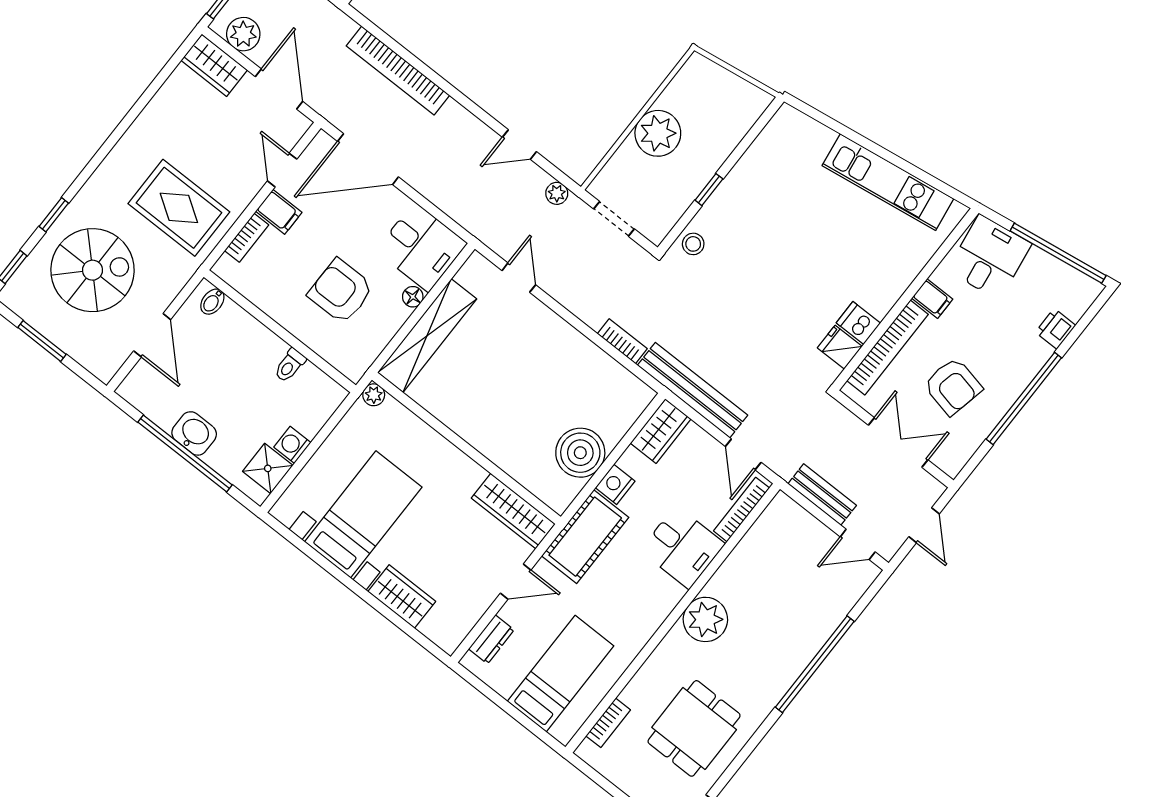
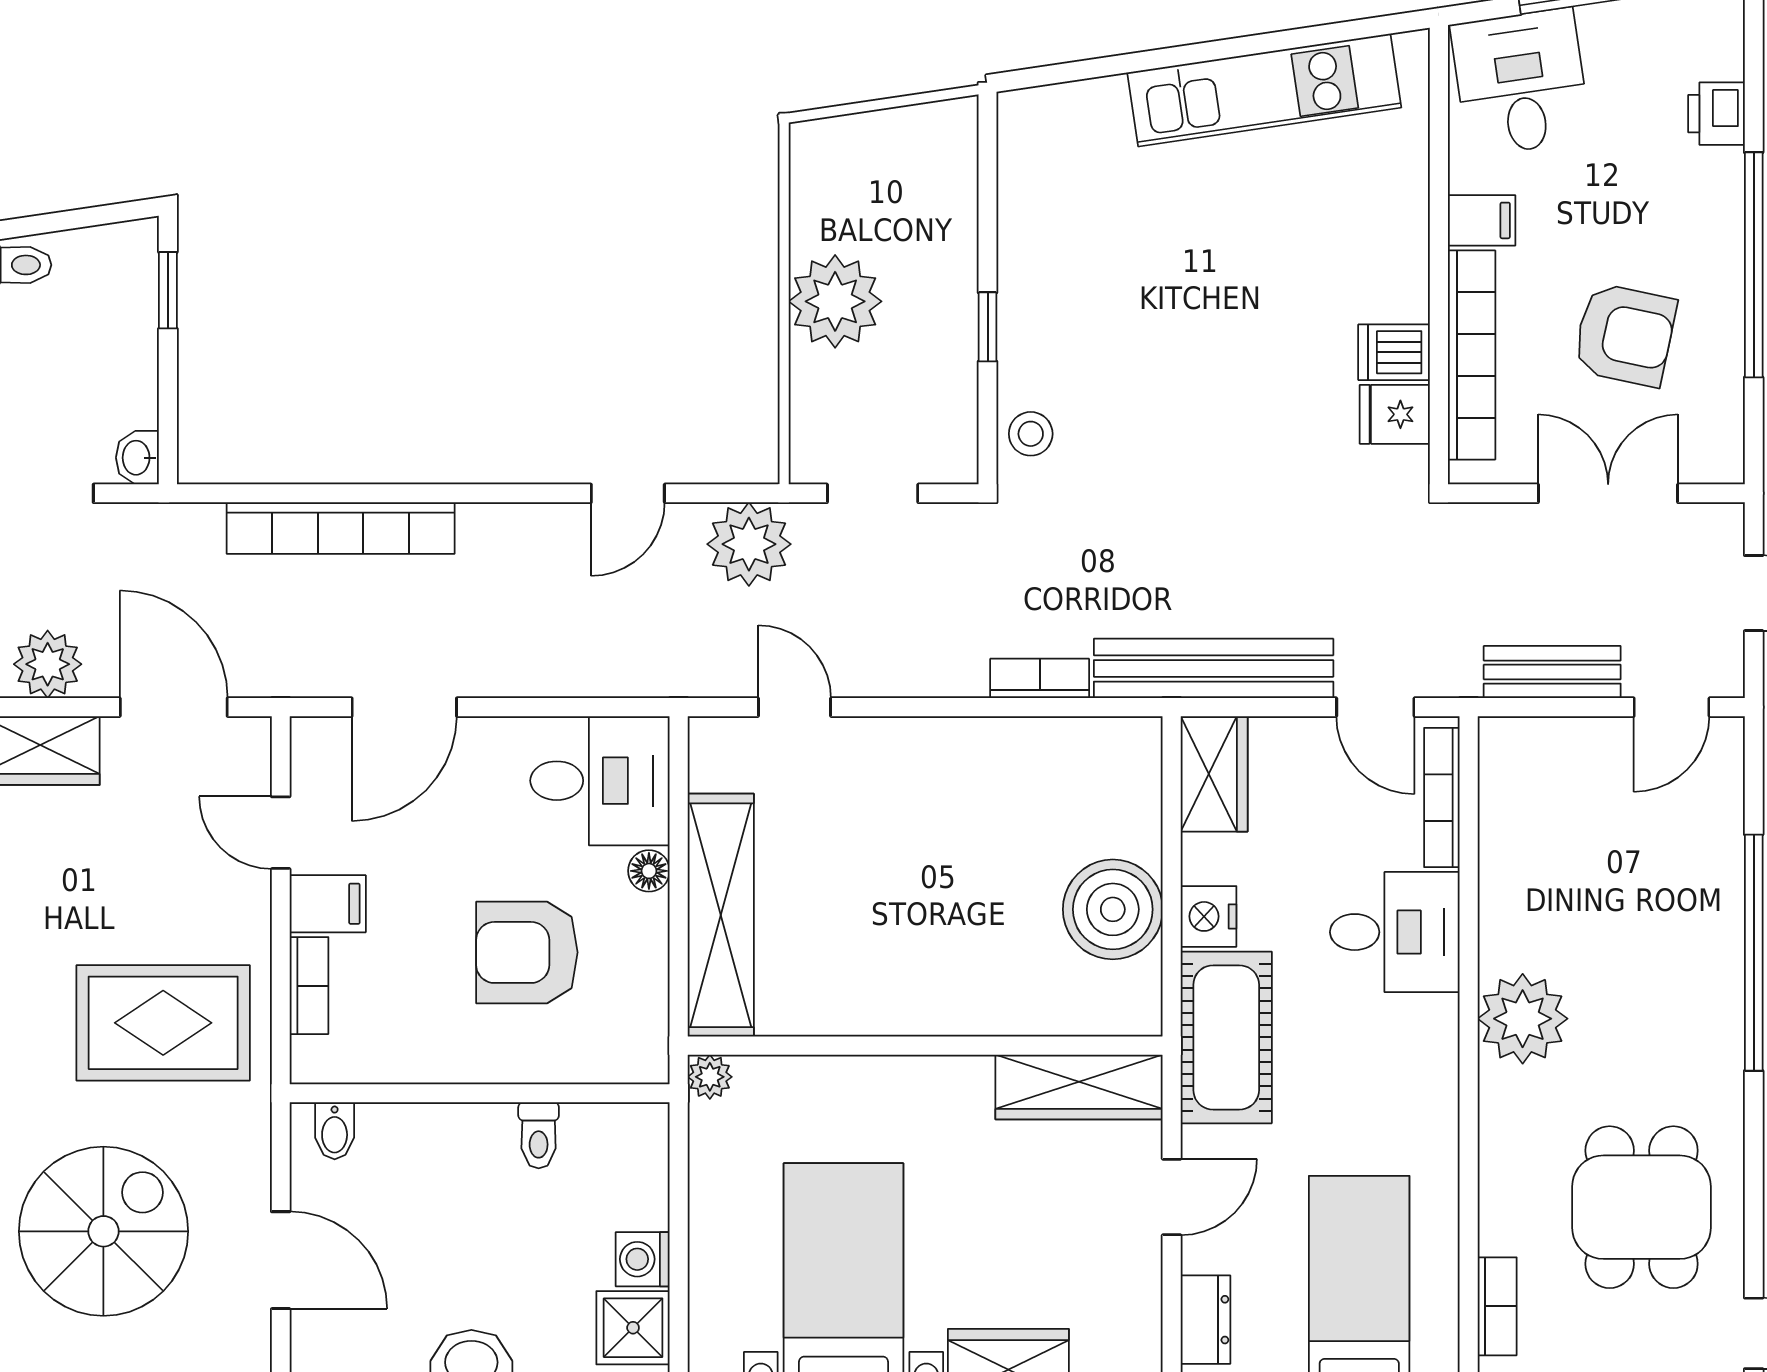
door: (368, 159) -> (404, 707), width x0.73
plant: (557, 193) -> (749, 544), width x1.88, depth x1.88

